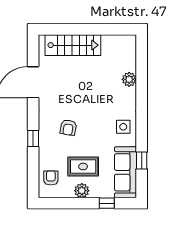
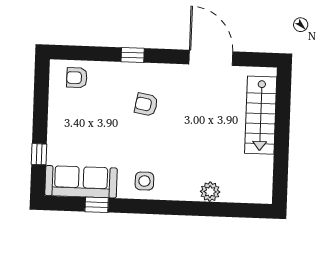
rug: (83, 166) -> (91, 123), removed
armchair: (51, 178) -> (77, 78), turned 180
plant: (82, 191) -> (58, 120), removed

